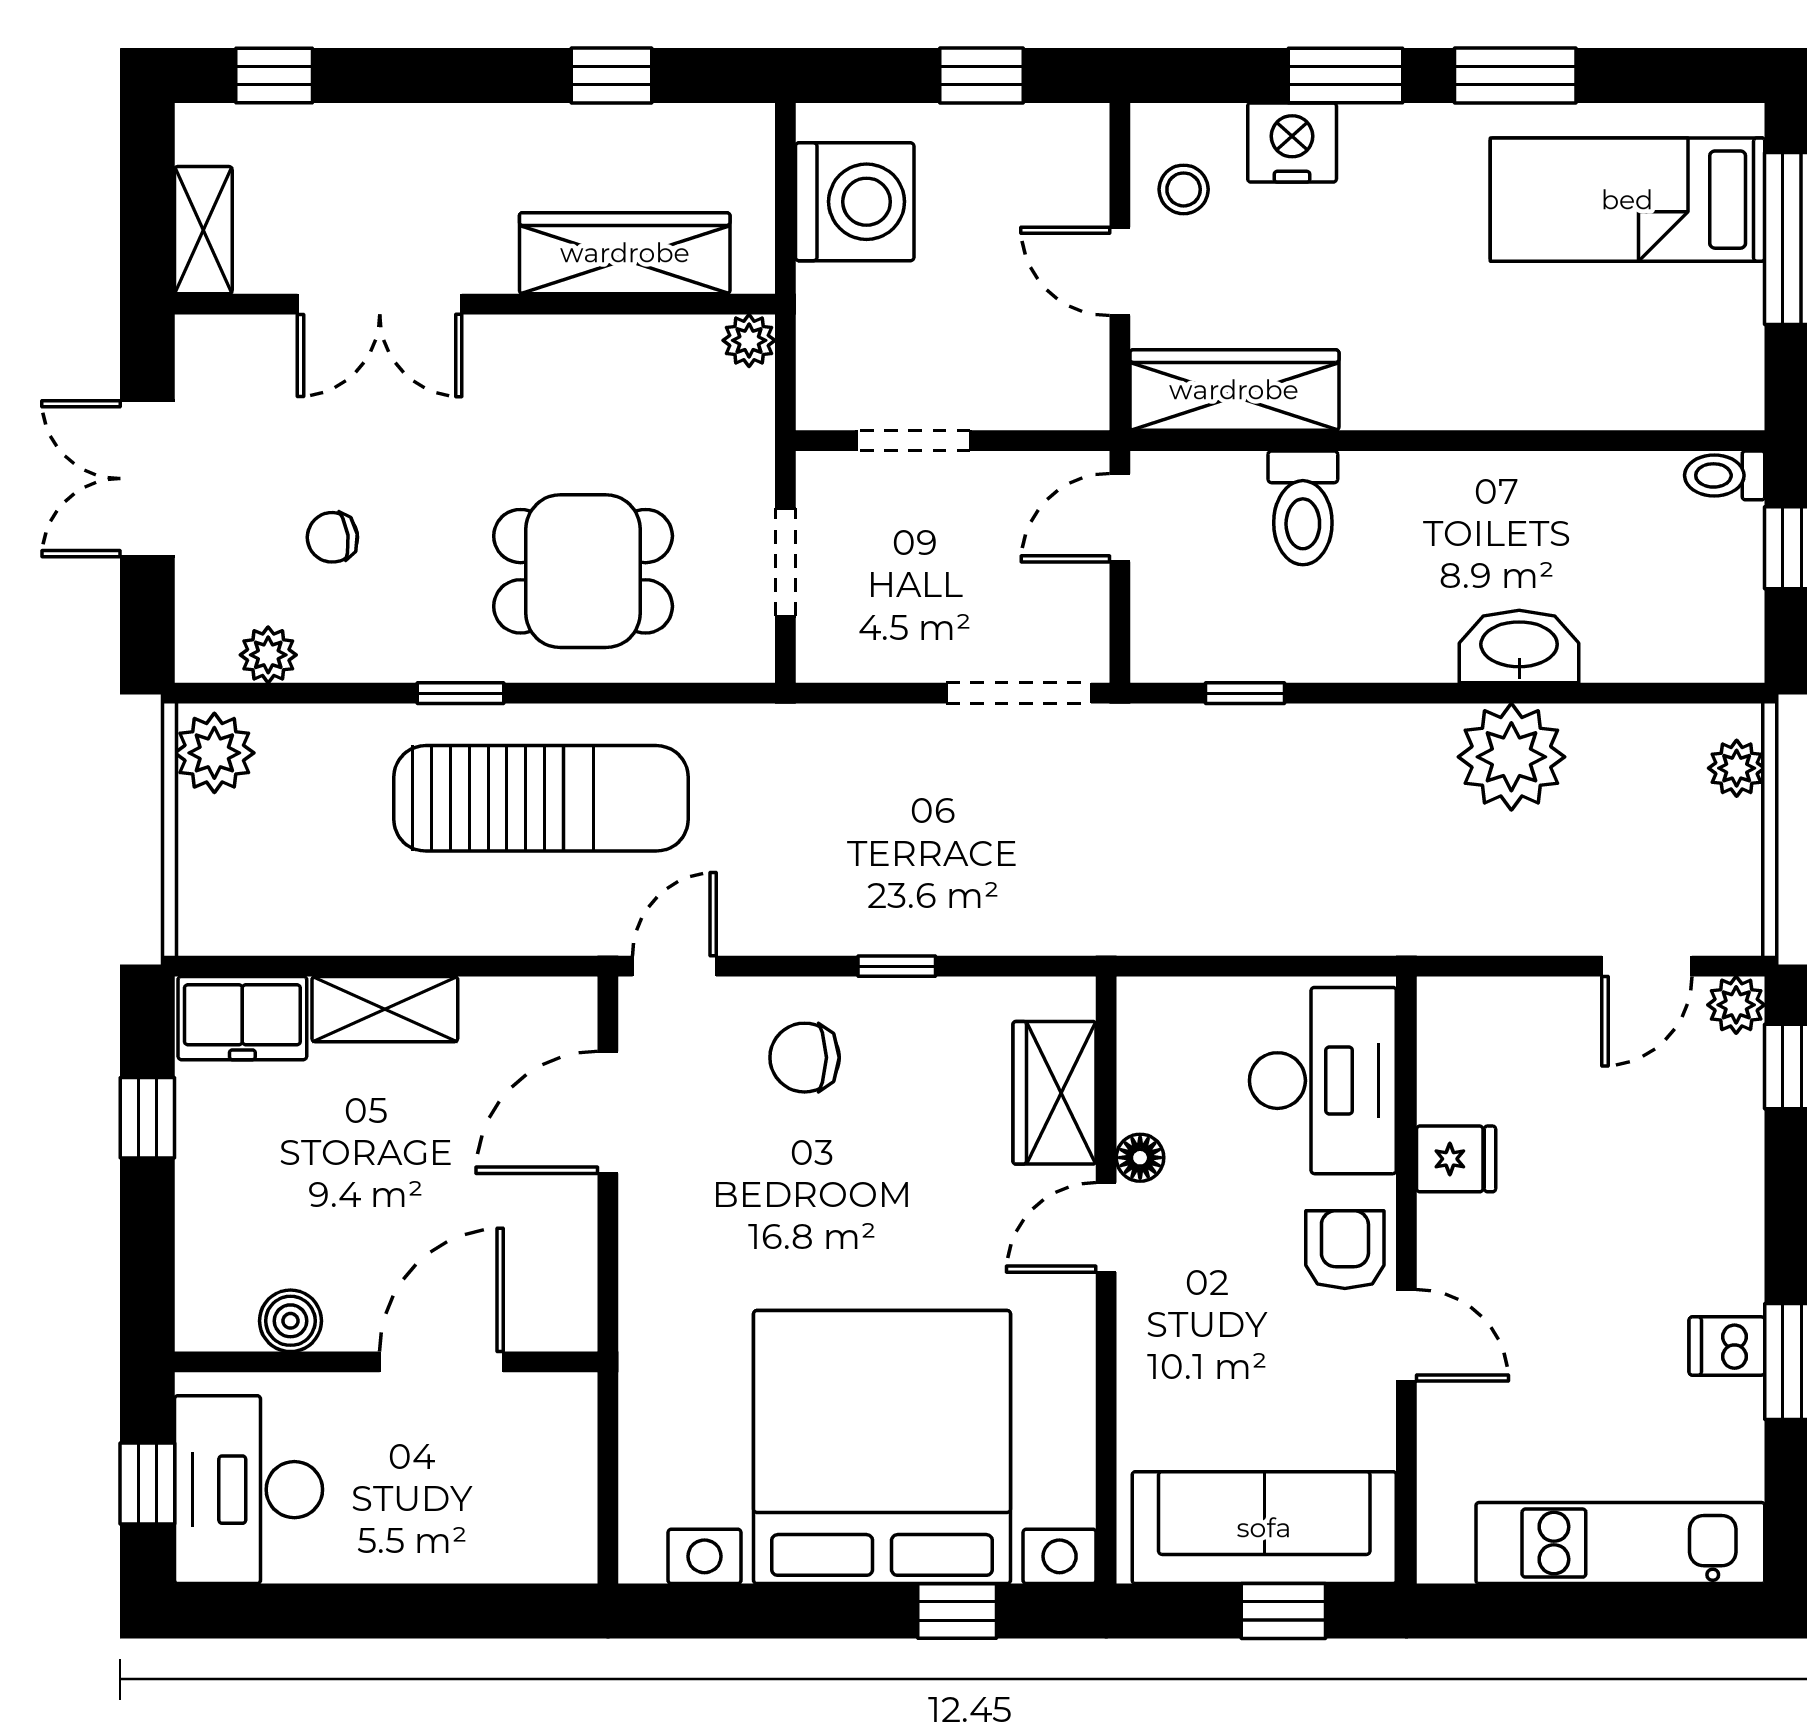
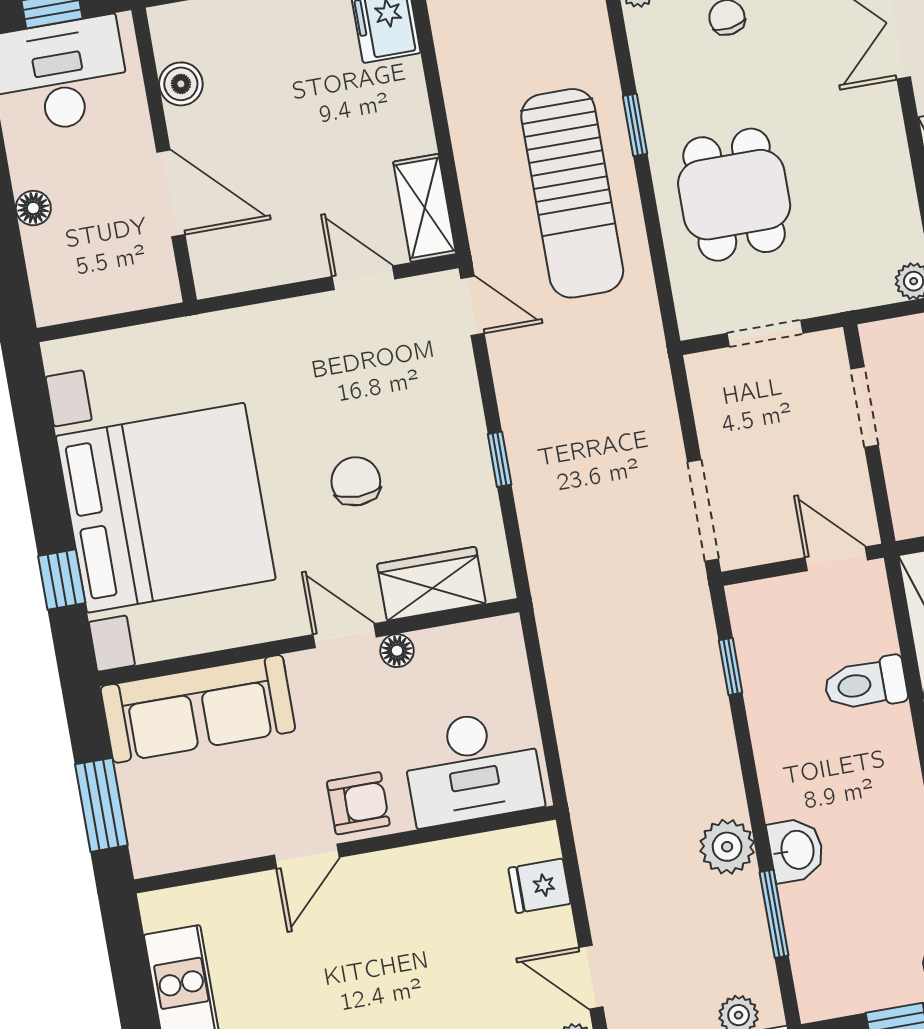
washbasin: (1519, 646) -> (796, 850), width x0.72
window: (1603, 693) -> (774, 914), added
plant: (1511, 757) -> (727, 847), width x0.73, depth x0.73
shelving: (385, 1009) -> (425, 208), moved
chair: (805, 1058) -> (356, 481), moved
door: (608, 1112) -> (363, 278), width x0.73
fridge: (1456, 1159) -> (539, 886), moved, turned 90
sofa: (1264, 1528) -> (198, 709), moved, turned 90
floor lamp: (428, 1559) -> (33, 208), added
window: (1283, 1611) -> (101, 805), width x1.50

